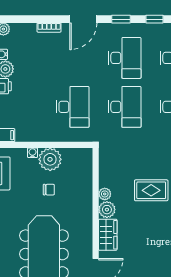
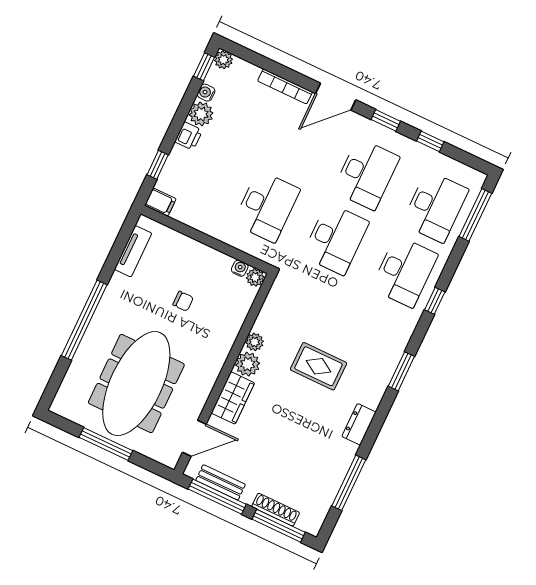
bookcase: (49, 28) -> (285, 86), width x1.56
water cooler: (32, 153) -> (240, 268), moved
plant: (50, 159) -> (255, 277), moved, width x0.53, depth x0.53

